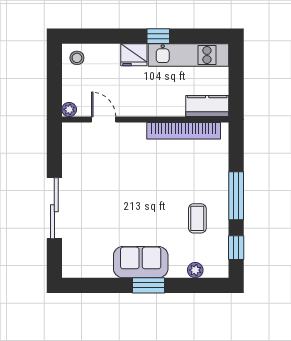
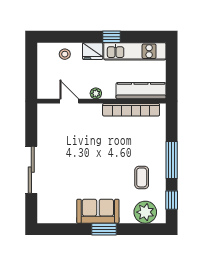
stool: (77, 58) -> (65, 54), moved
kitchen counter: (207, 106) -> (141, 91), width x1.50
plant: (69, 109) -> (96, 93), moved
plant: (195, 270) -> (145, 212), width x1.88, depth x1.88

